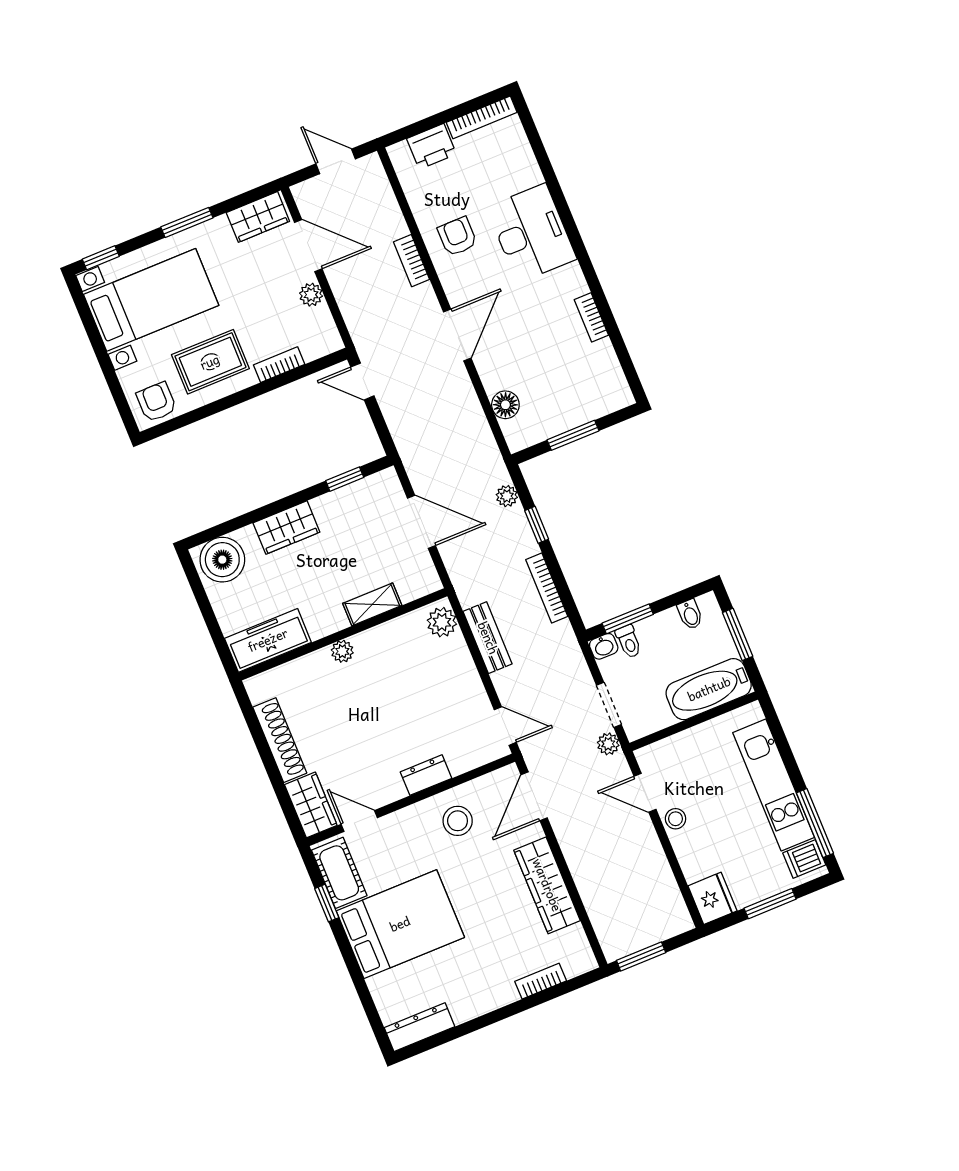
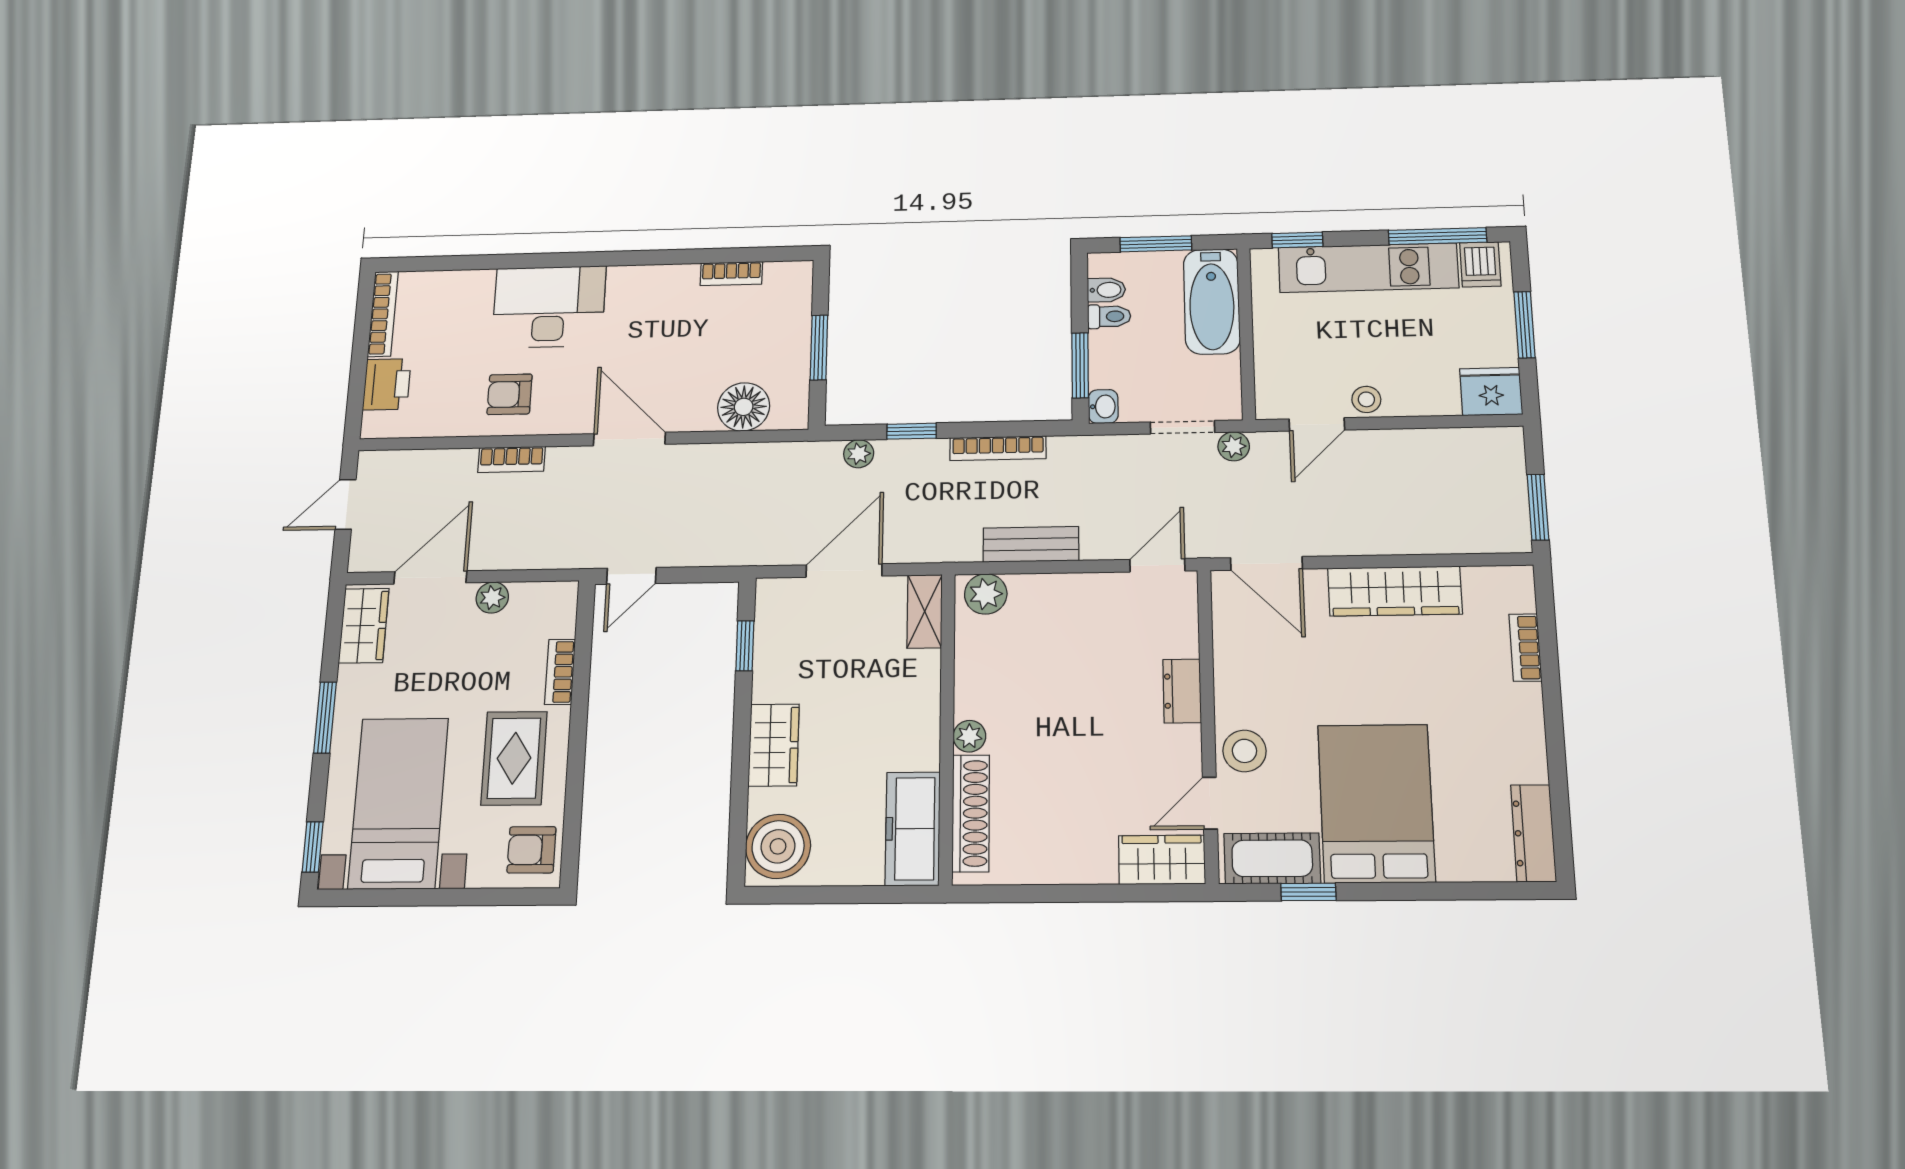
bookcase: (591, 317) -> (731, 274), moved
floor lamp: (505, 405) -> (744, 407), width x1.38, depth x1.38
shelving: (372, 604) -> (925, 611), moved
toilet: (629, 641) -> (1109, 316), moved
window: (777, 730) -> (1297, 240), added
shoe rack: (280, 740) -> (971, 813), moved, turned 90
stool: (458, 821) -> (1244, 751), moved

